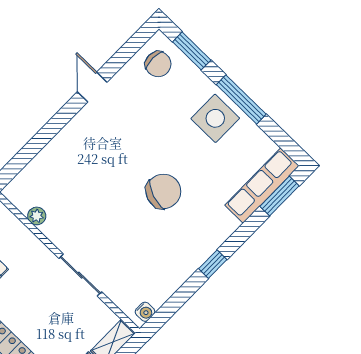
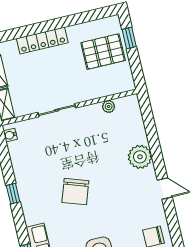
plant: (73, 140) -> (140, 157), added

